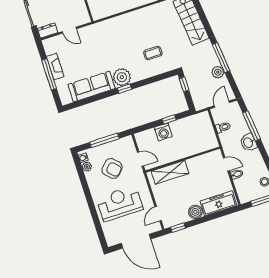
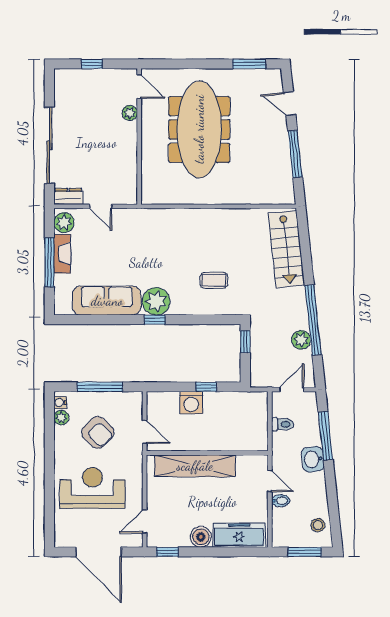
plant: (50, 47) -> (64, 223), added
window: (221, 58) -> (313, 320), width x1.46
shelving: (170, 172) -> (195, 466), width x1.47

